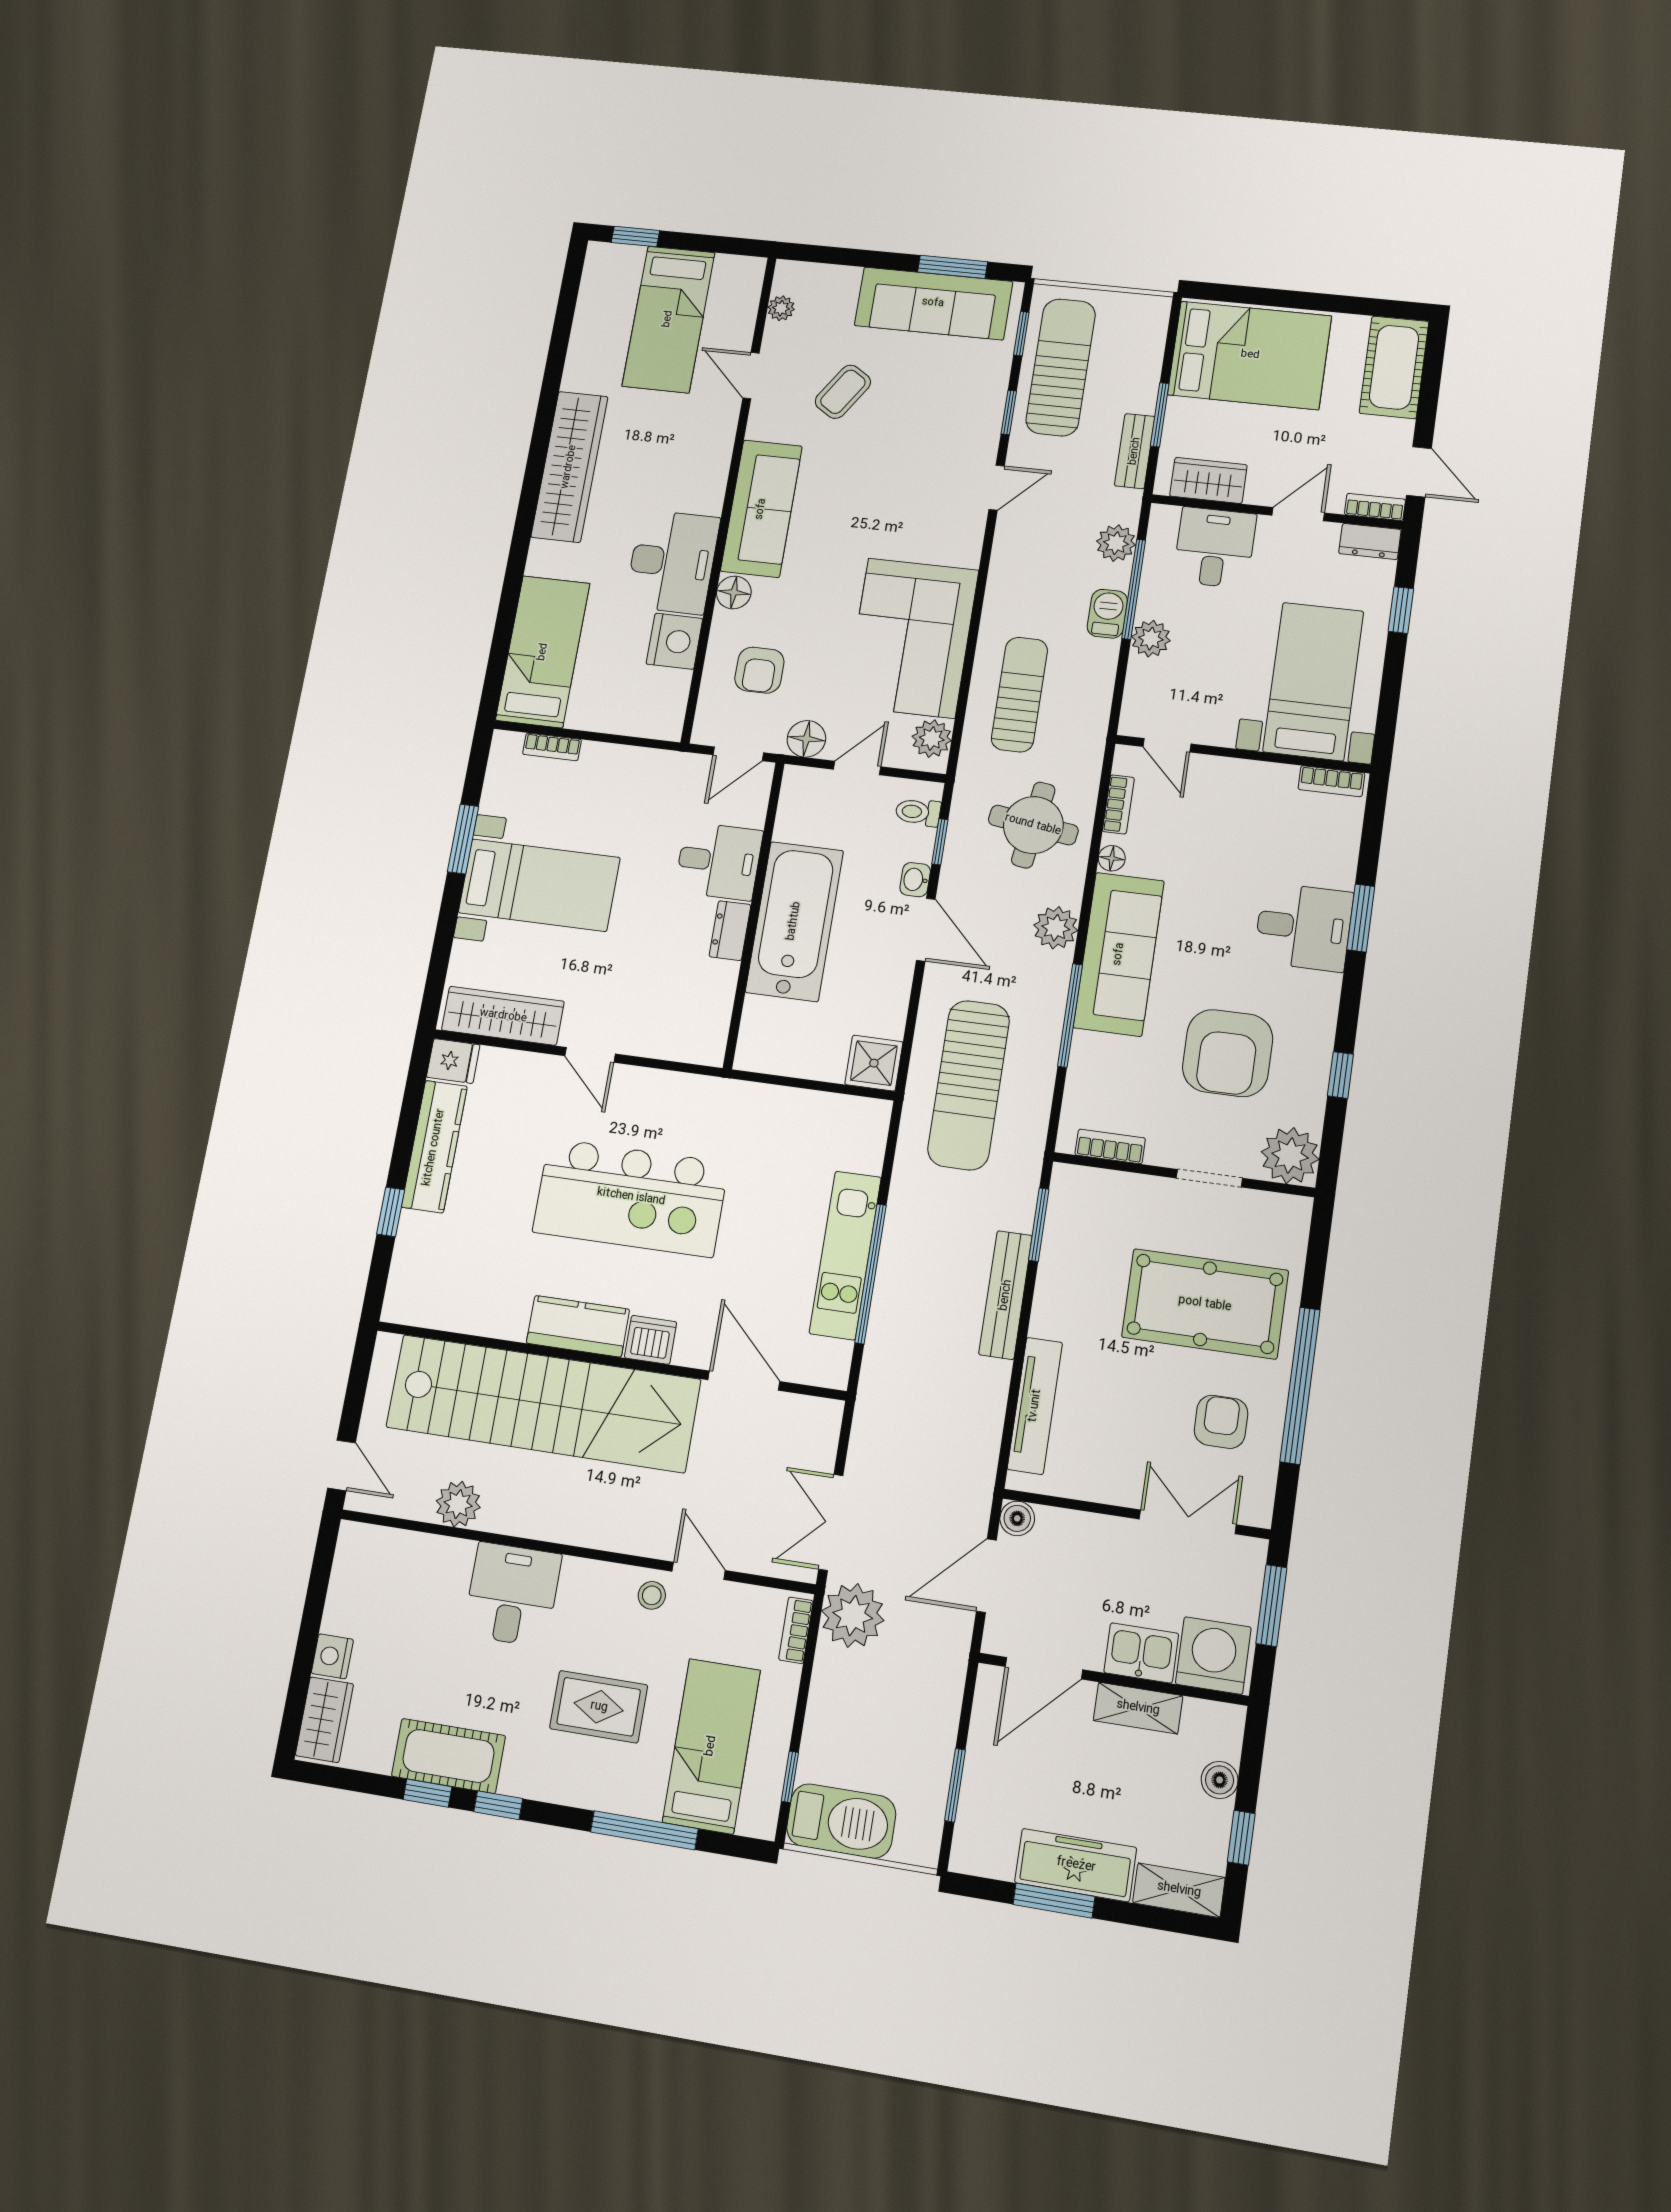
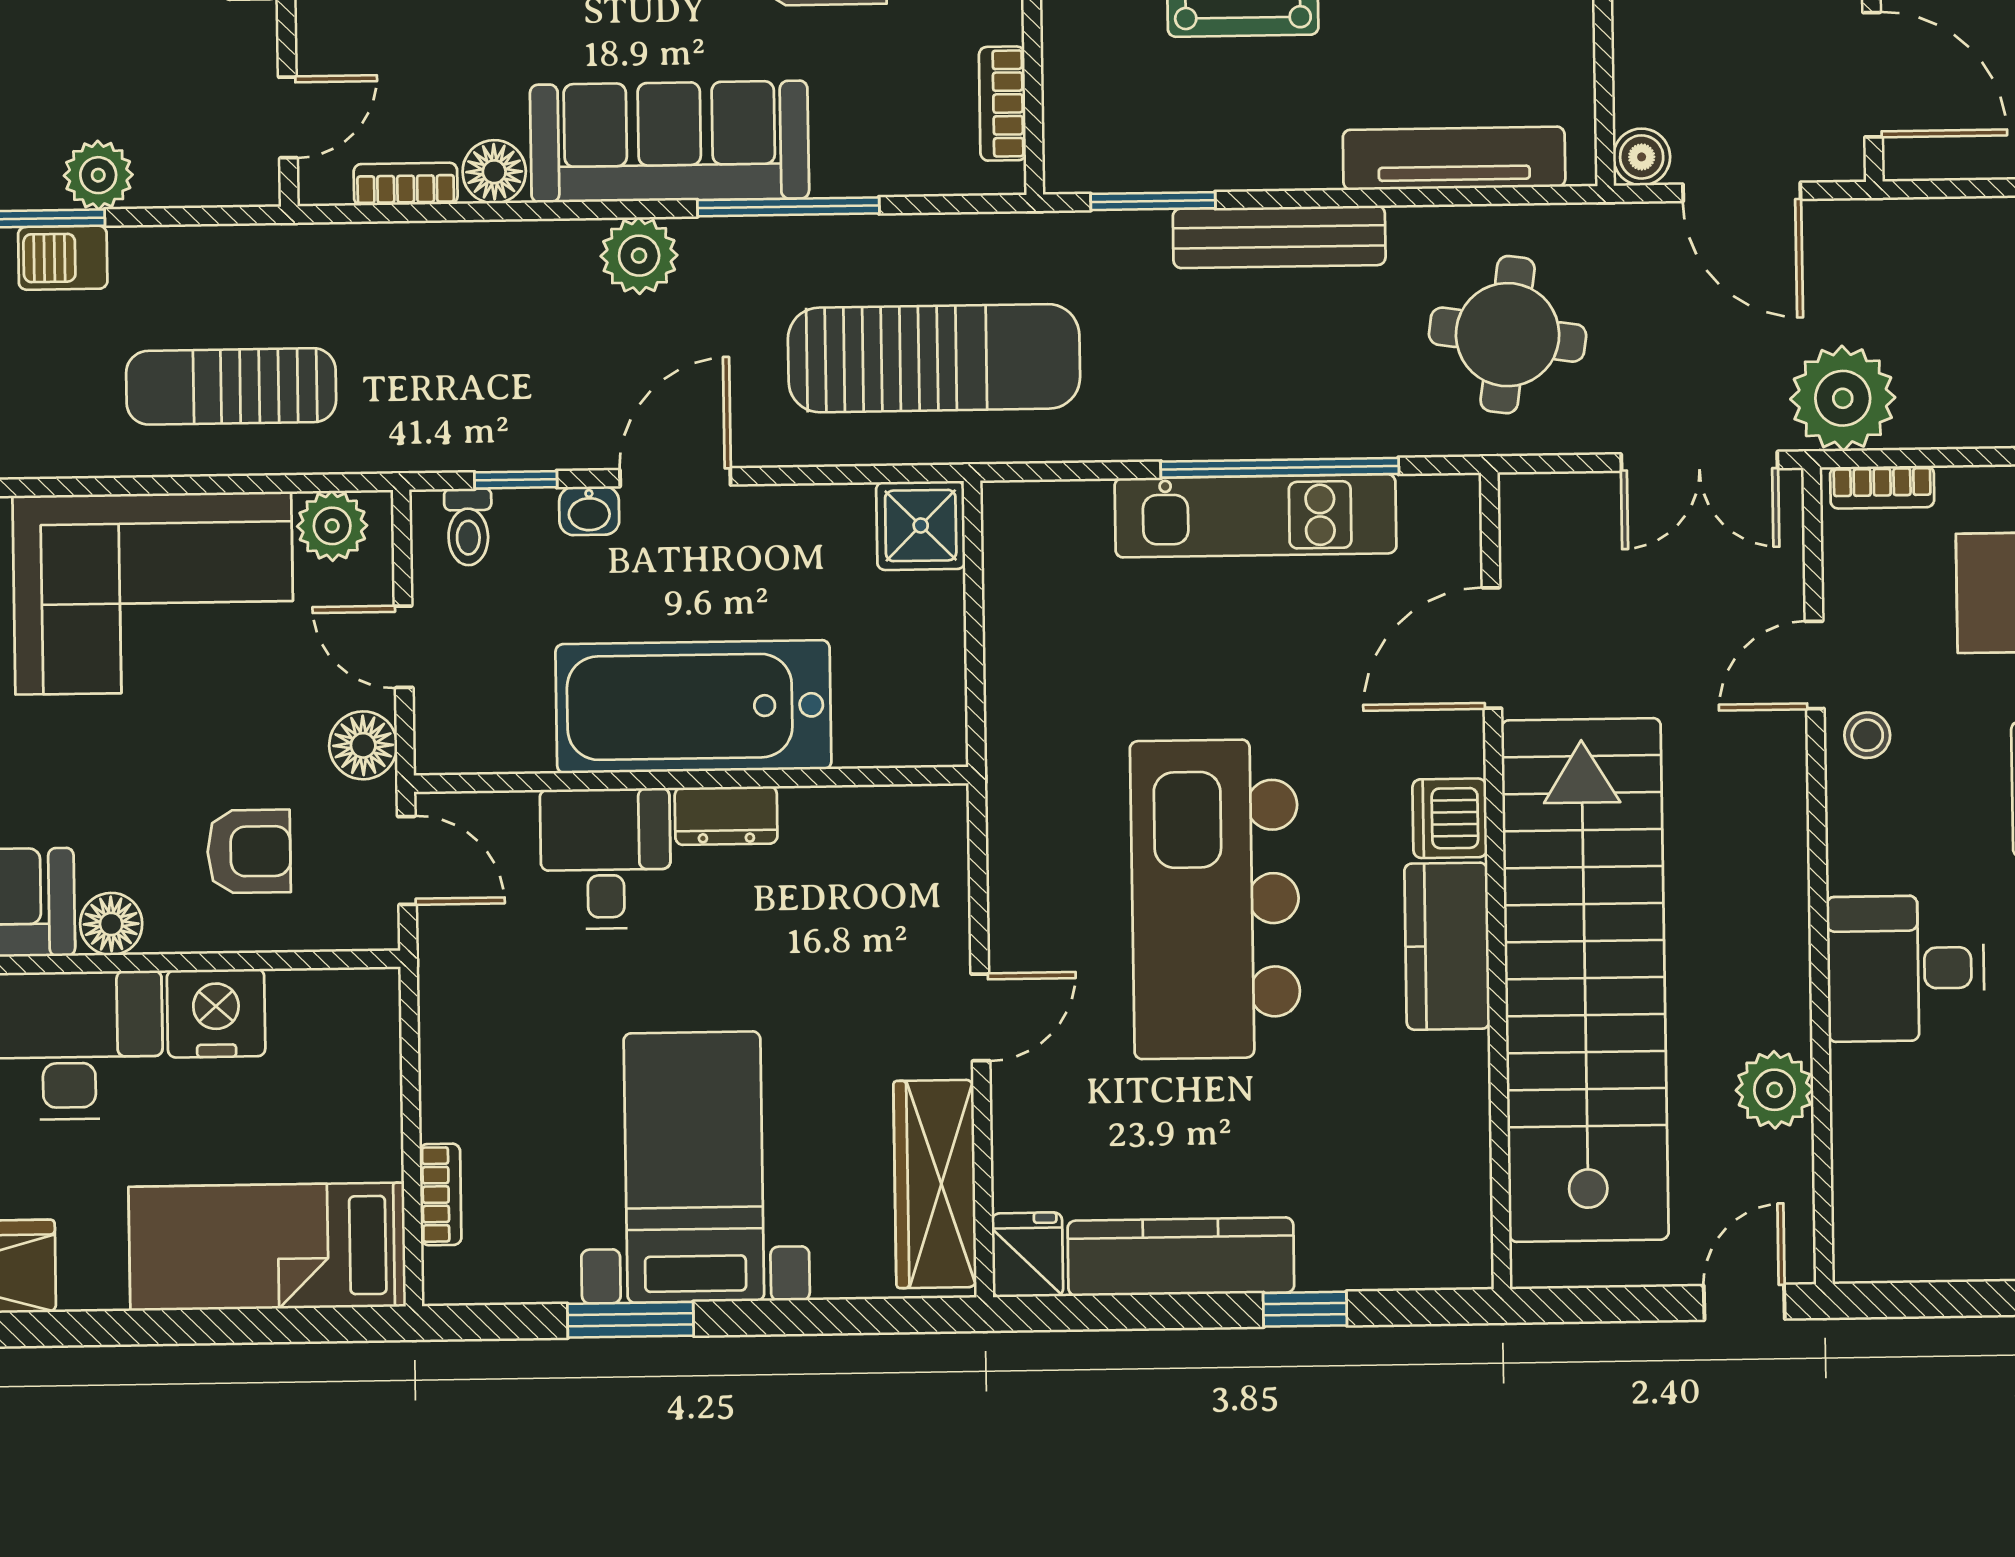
round table: (1033, 825) -> (1508, 335), moved
floor lamp: (1112, 858) -> (494, 172), width x1.37, depth x1.37
kitchen island: (631, 1197) -> (1215, 899), turned 180

